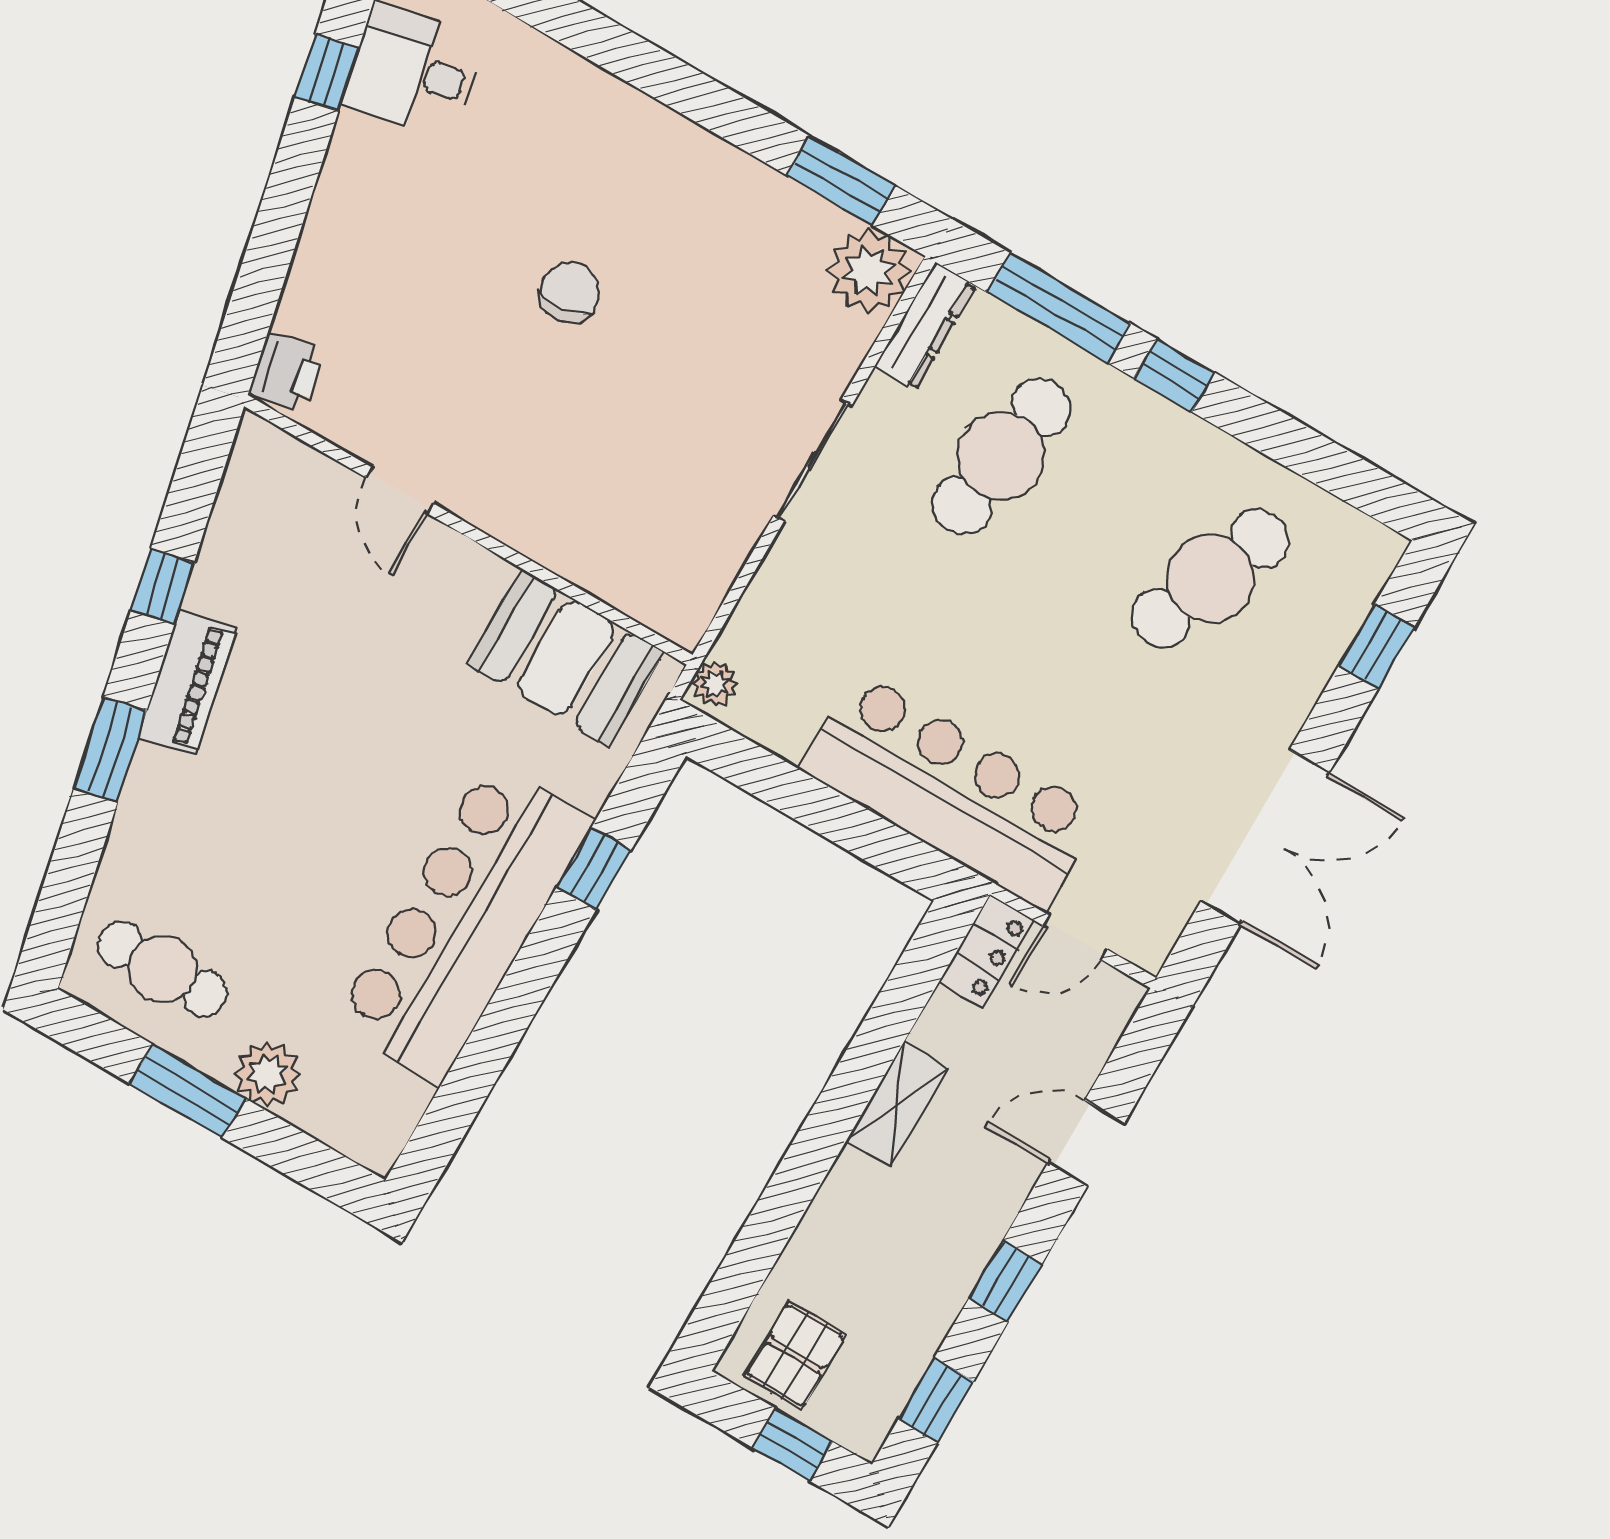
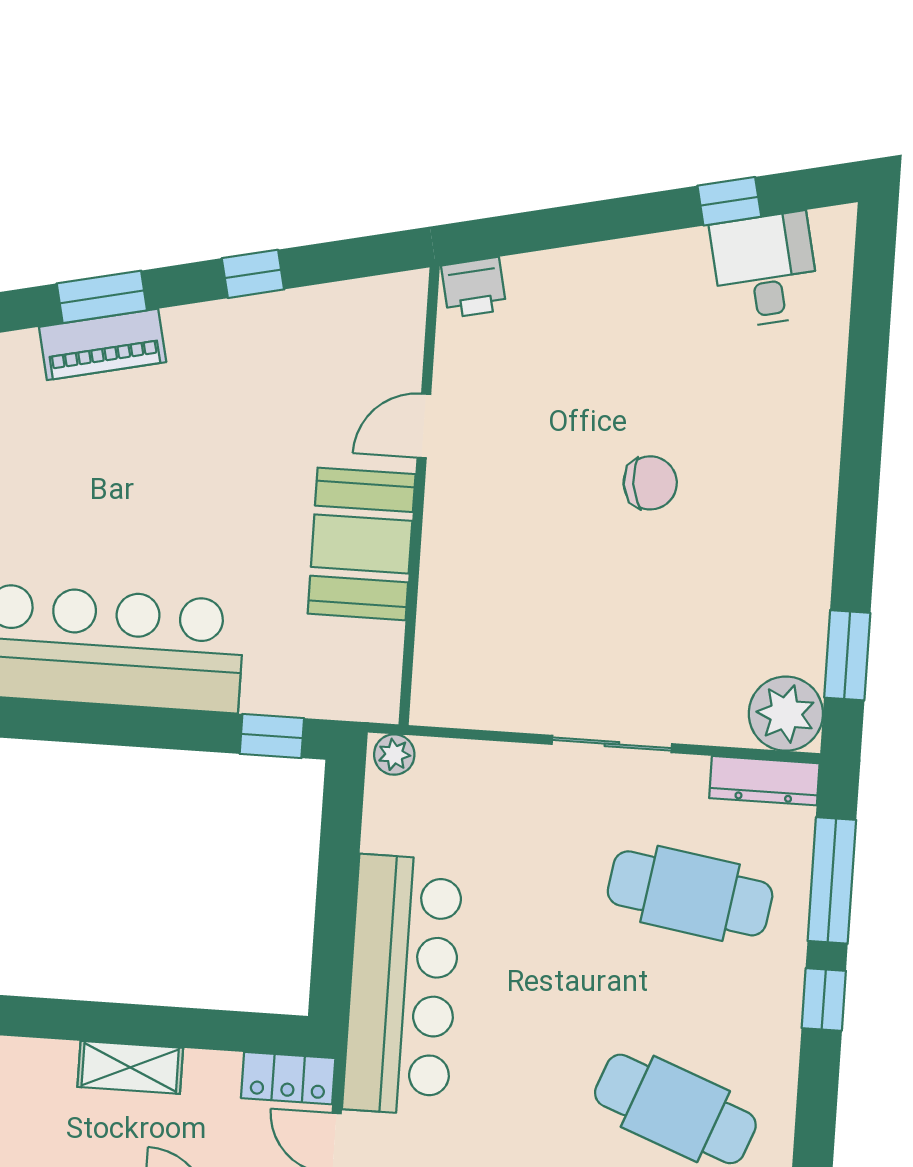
booth: (566, 658) -> (362, 544), moved
piano: (187, 682) -> (103, 344), moved
window: (594, 868) -> (272, 736), moved

